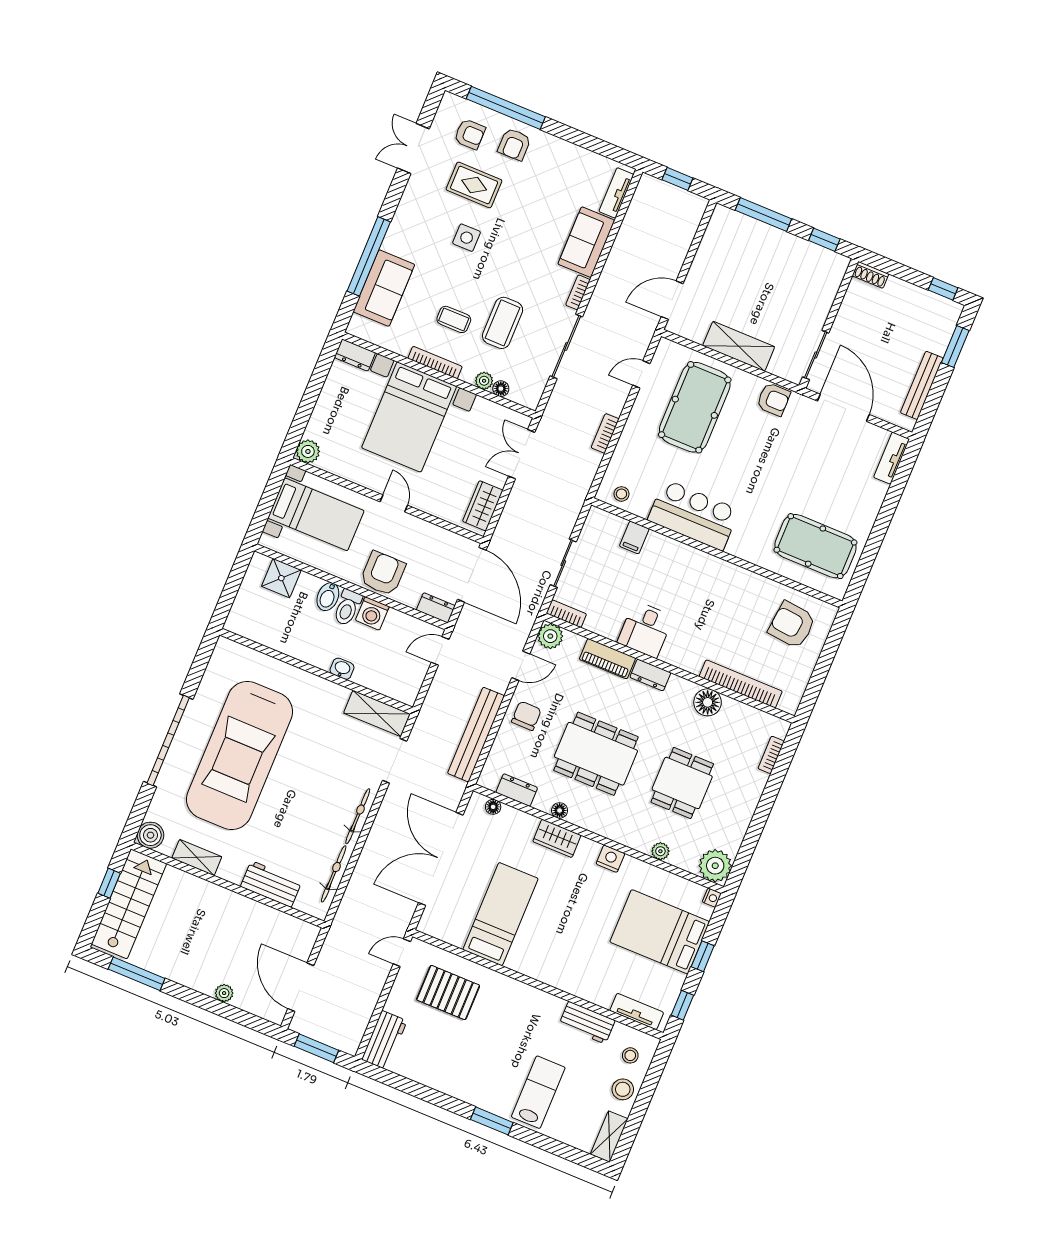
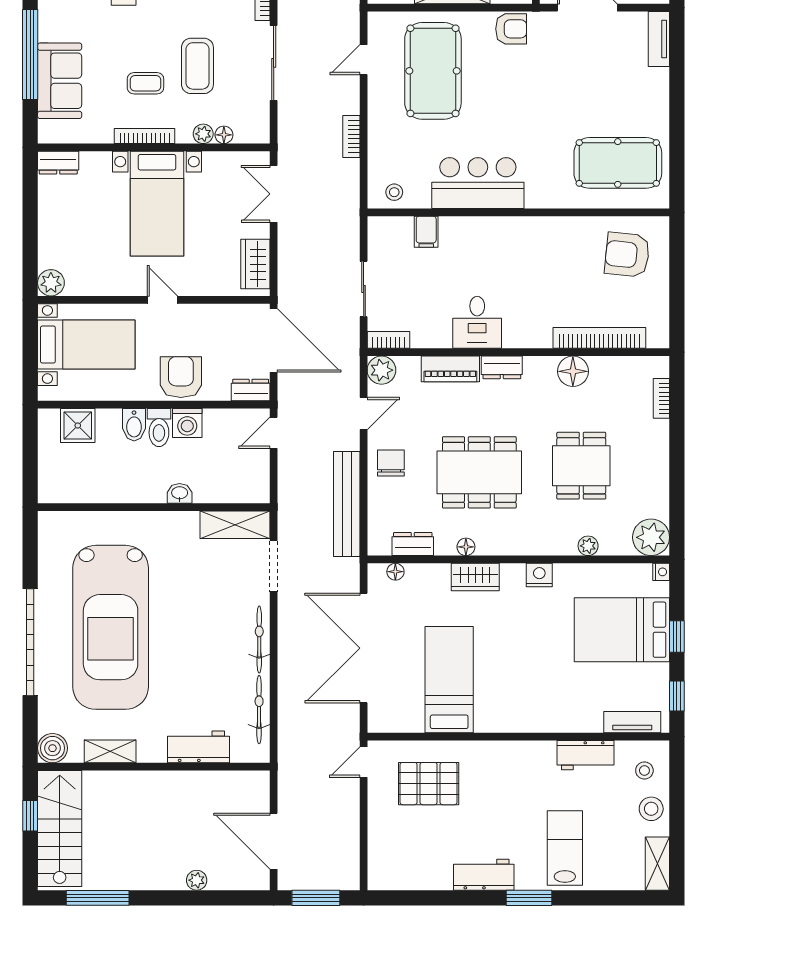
bed with nightstands: (409, 417) -> (157, 204), width x0.73
workbench: (384, 1040) -> (484, 875), moved, turned -90

